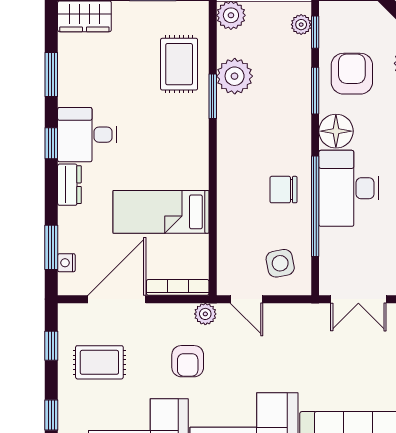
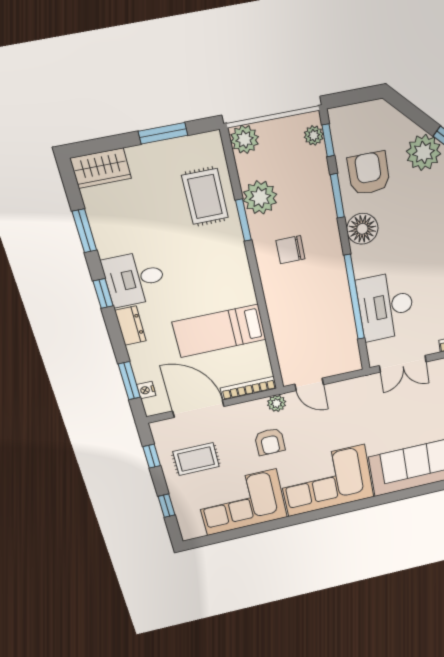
desk: (349, 188) -> (386, 306), moved
chair: (283, 190) -> (291, 250), moved
side table: (280, 263) -> (332, 350), removed
door: (117, 299) -> (198, 409), hinge flipped

